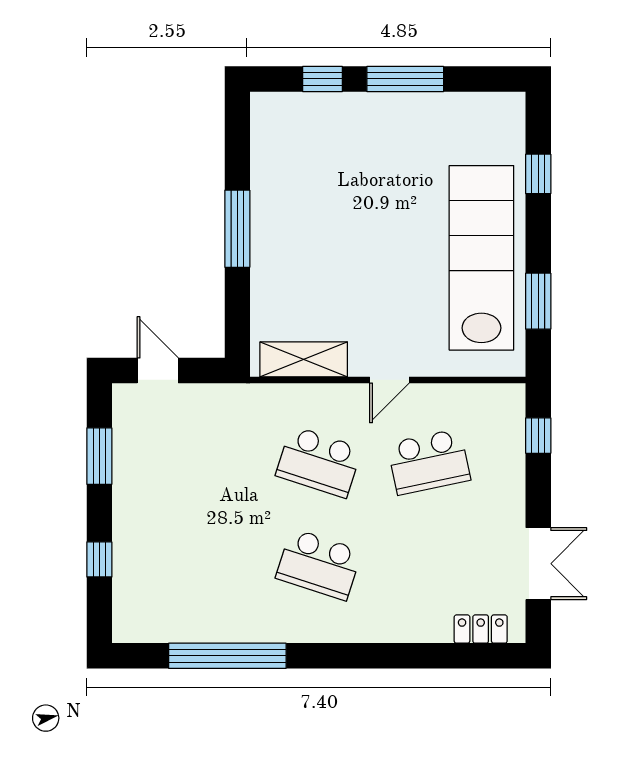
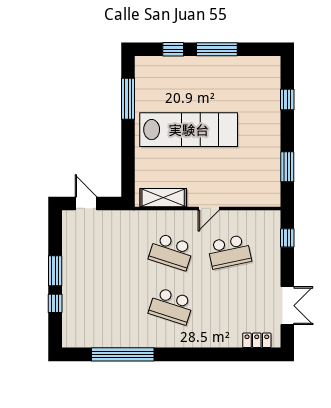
window: (237, 229) -> (128, 99), moved
lab bench: (481, 258) -> (189, 130), moved, turned 90
window: (99, 456) -> (55, 271), moved

